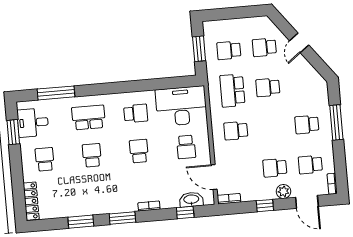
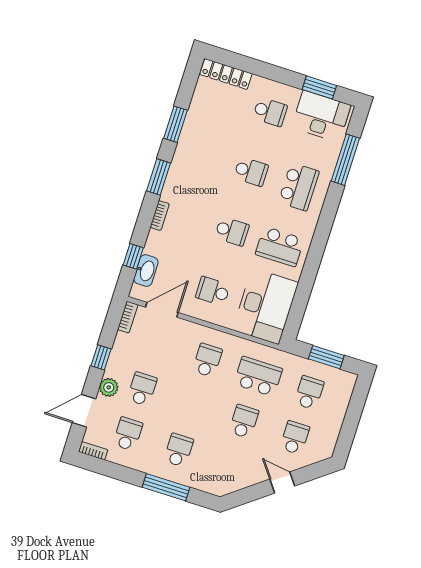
school desk: (136, 113) -> (280, 247), width x1.85
desk: (33, 123) -> (321, 116), width x1.37

